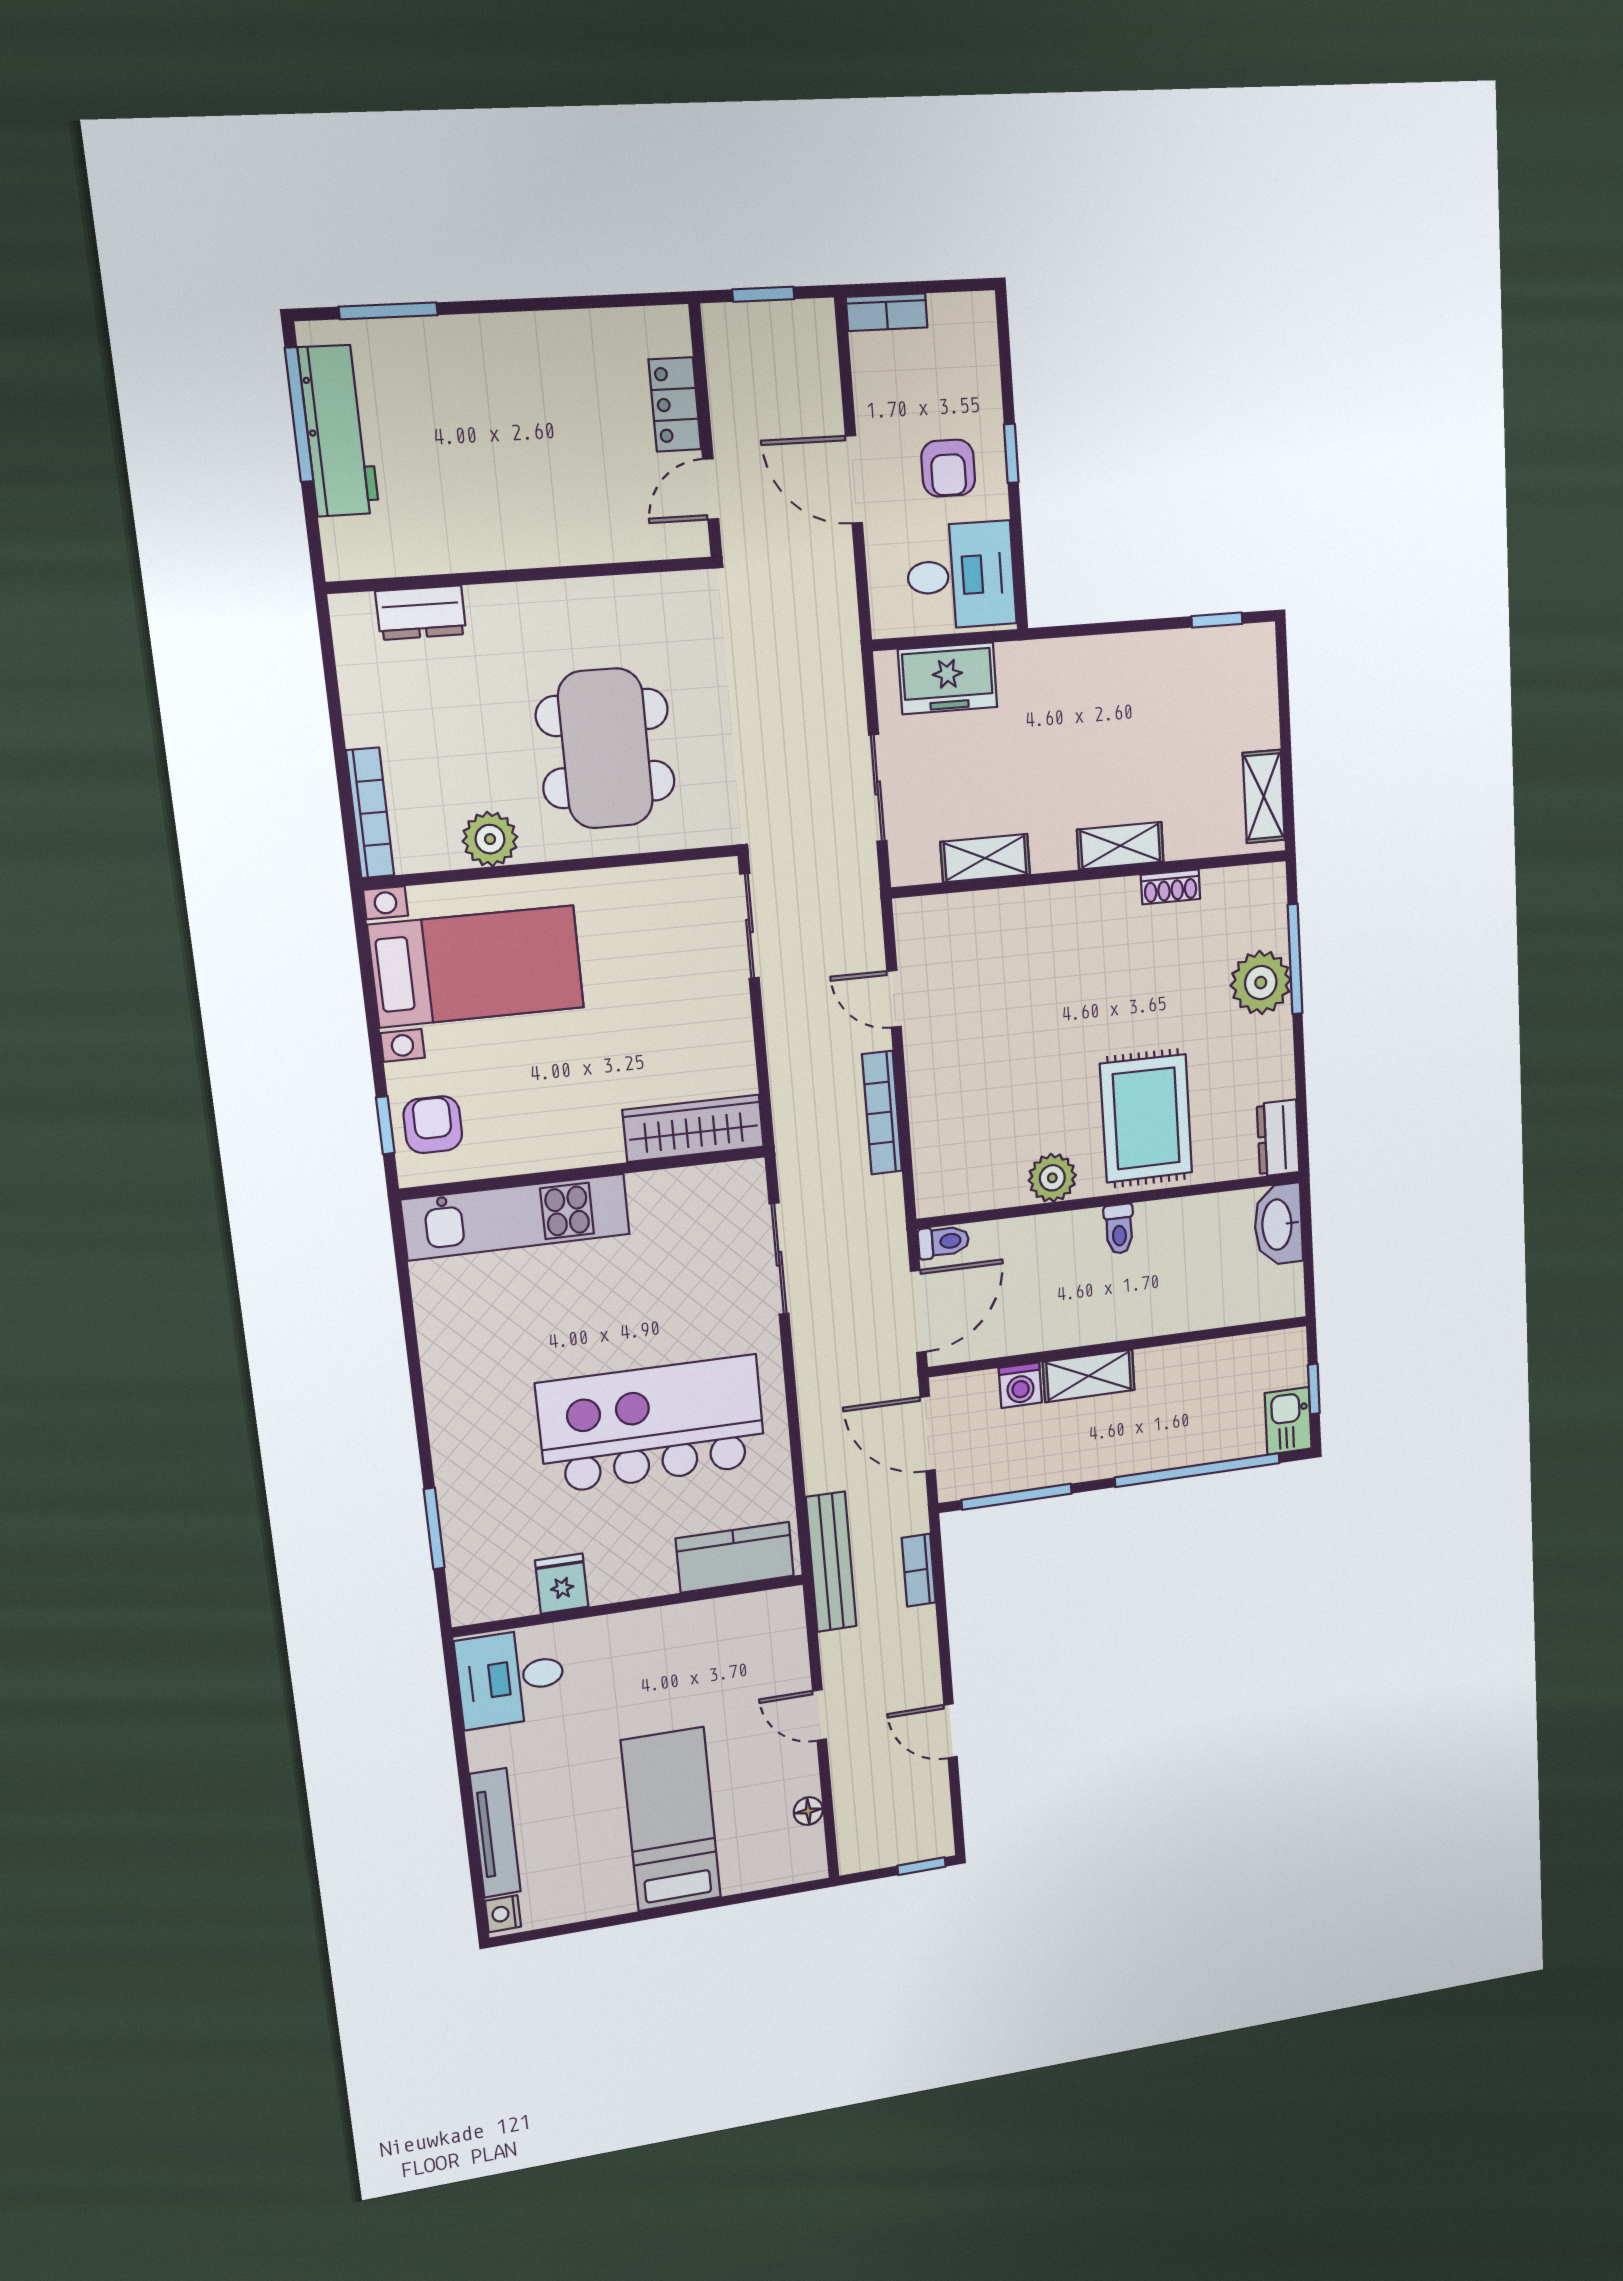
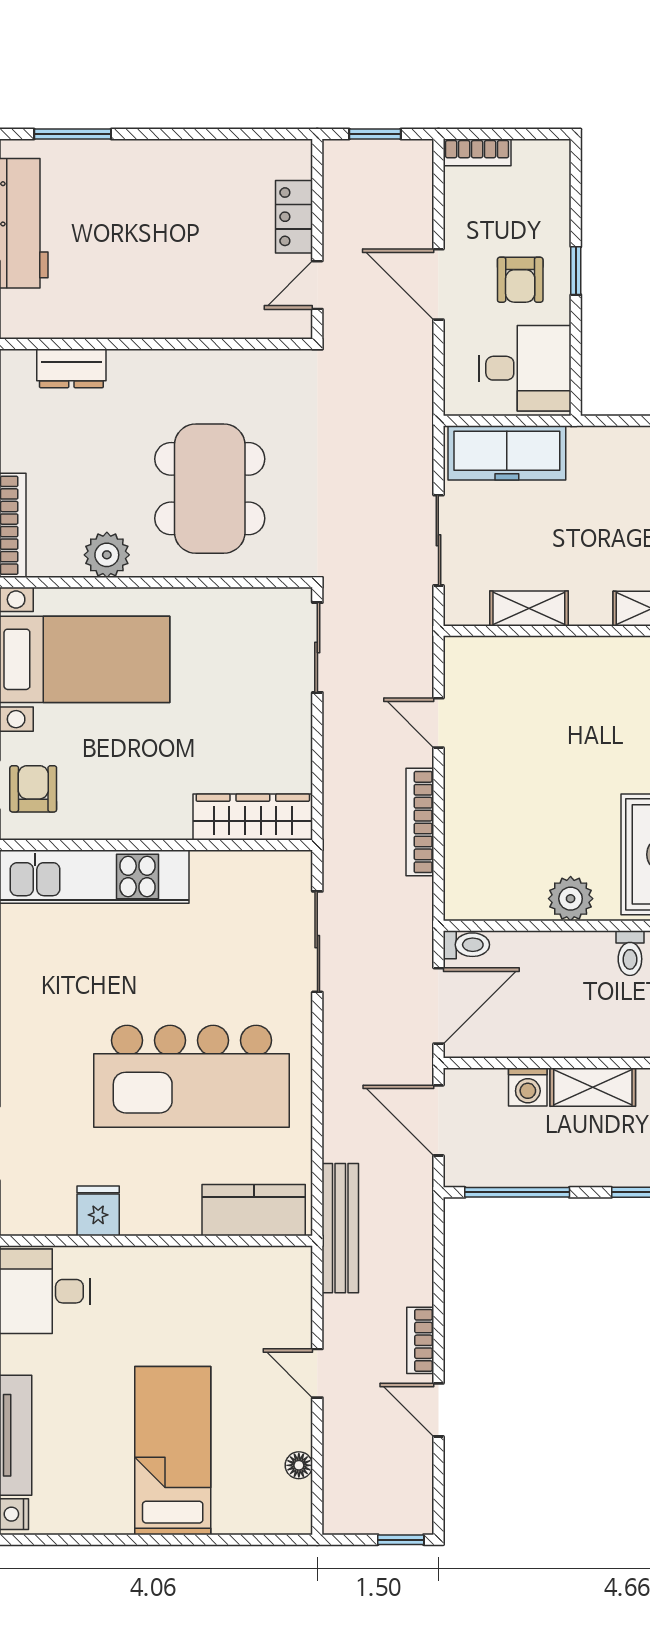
freezer: (948, 678) -> (507, 453), width x1.40
kitchen island: (652, 1424) -> (192, 1076), turned 180
bookcase: (919, 1570) -> (420, 1340), moved

